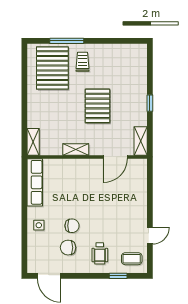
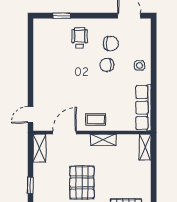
door: (150, 236) -> (30, 115), moved
coffee table: (132, 259) -> (96, 119), moved

